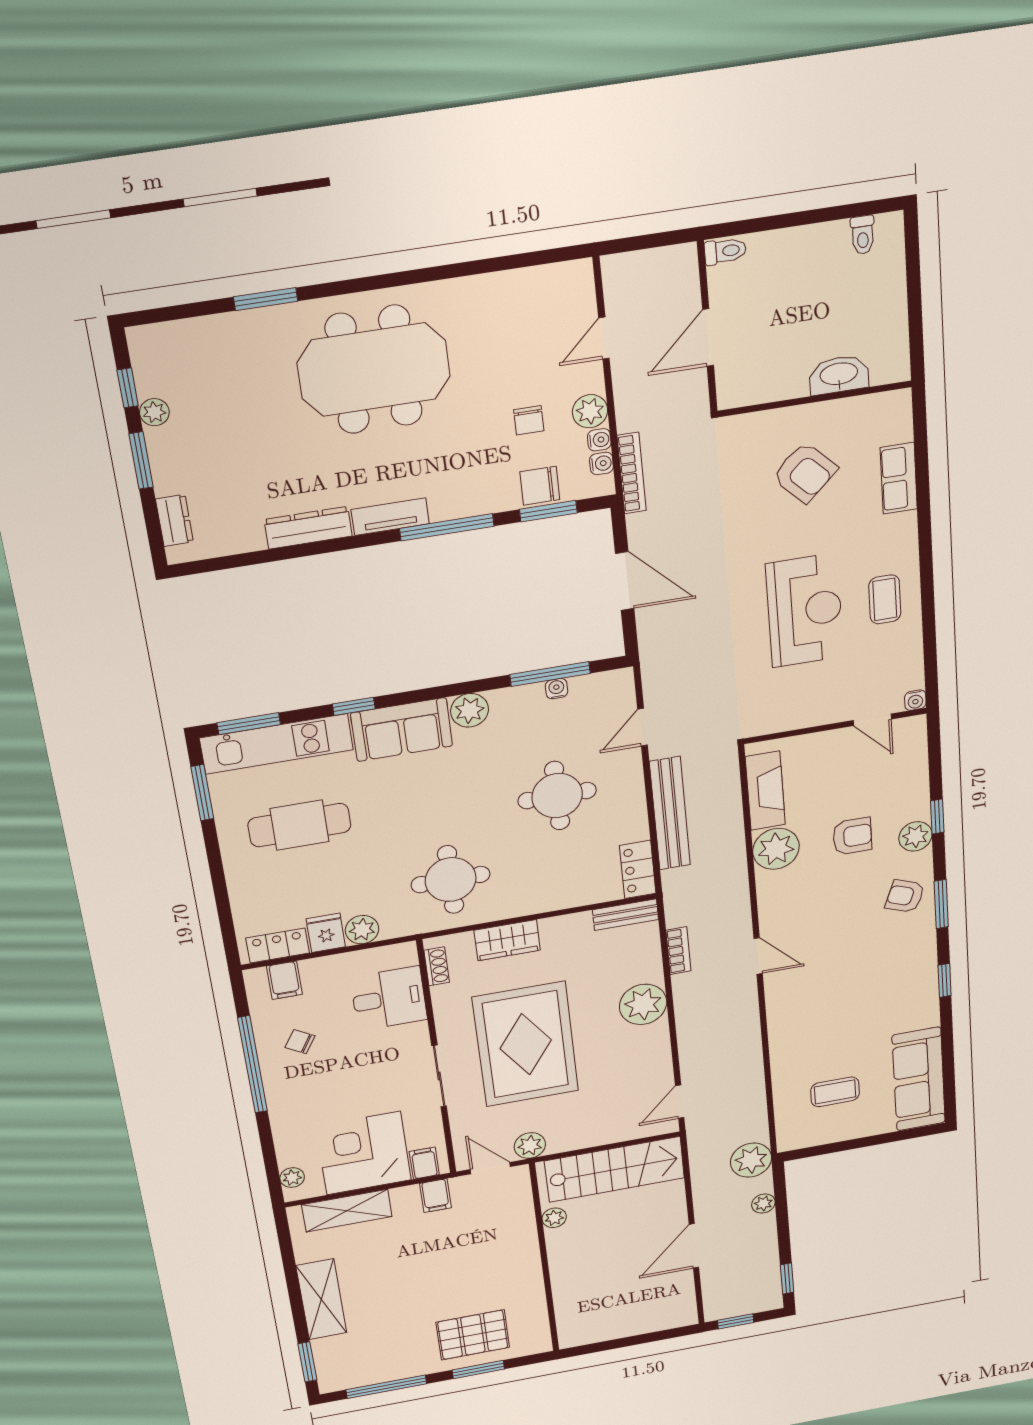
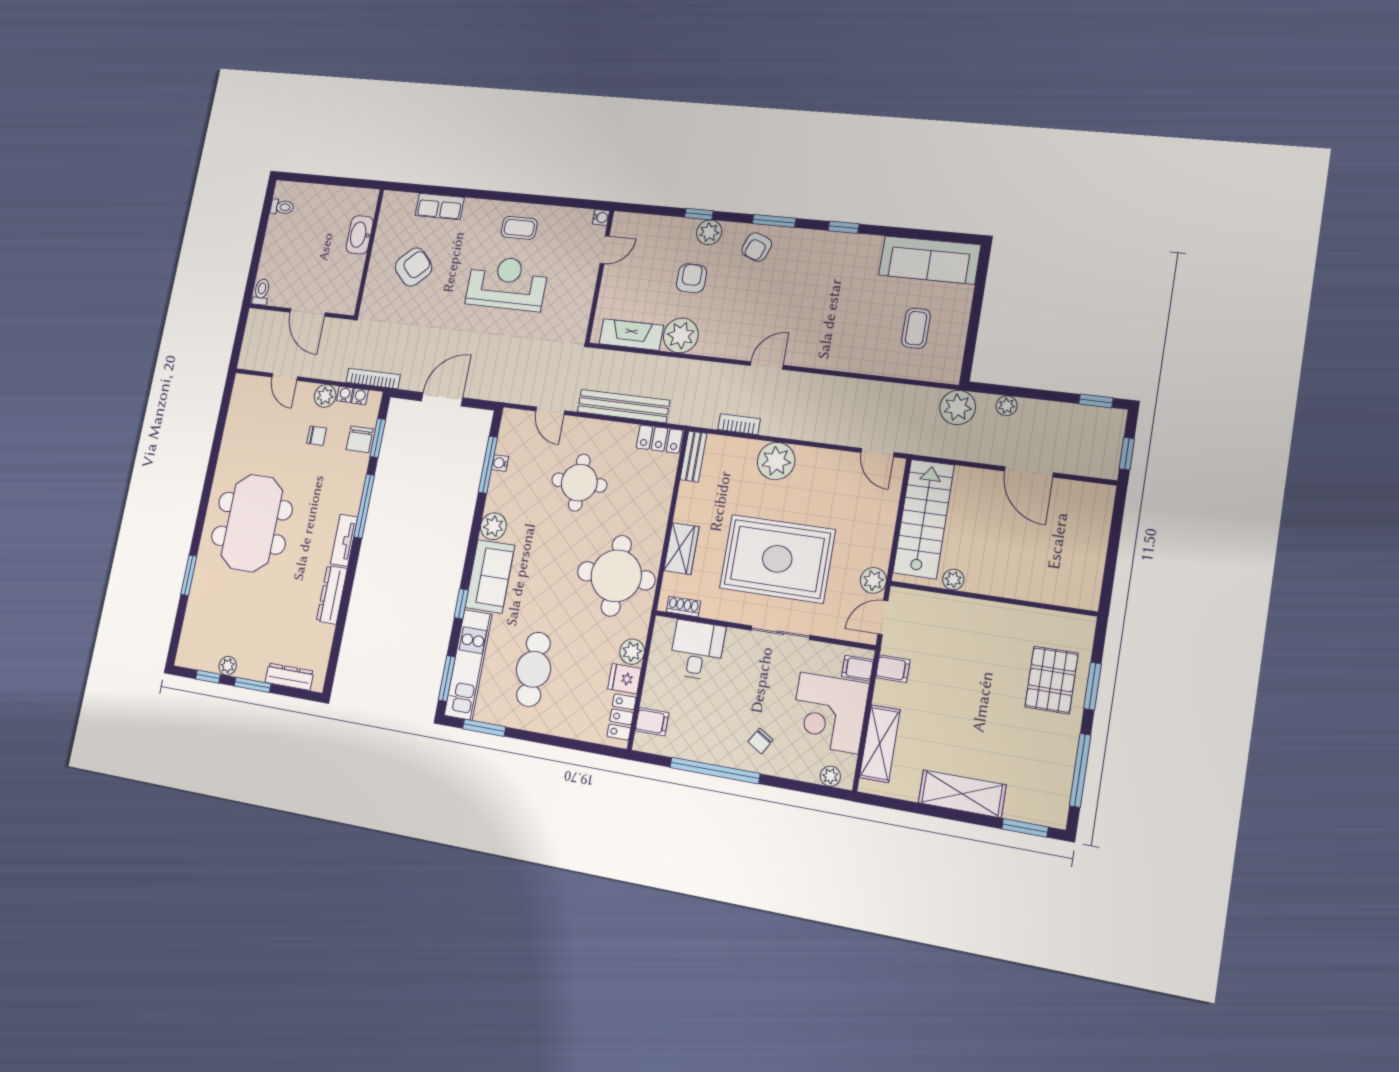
dresser: (174, 520) -> (289, 677), width x1.44
round table: (451, 880) -> (616, 576), width x1.36, depth x1.36
chair: (300, 1042) -> (761, 741), moved

